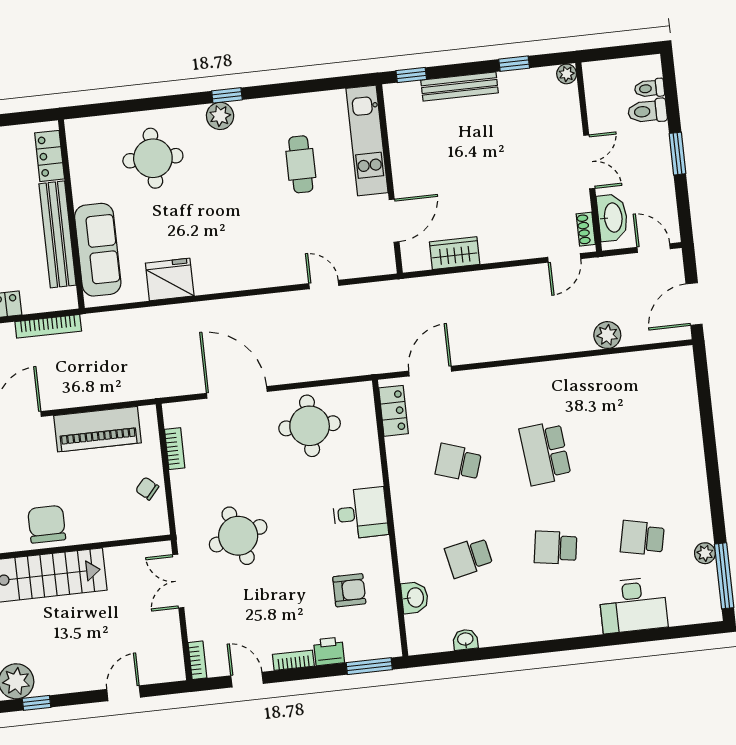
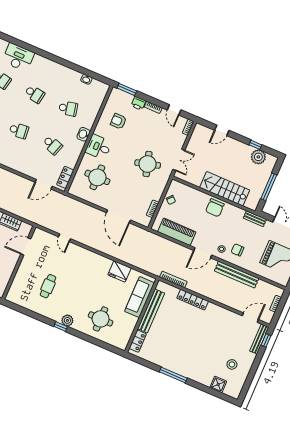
kitchen unit: (367, 140) -> (19, 281), removed
round table: (310, 426) -> (97, 177), moved
school desk: (545, 453) -> (19, 131), width x0.54
washbasin: (415, 598) -> (83, 134), moved

